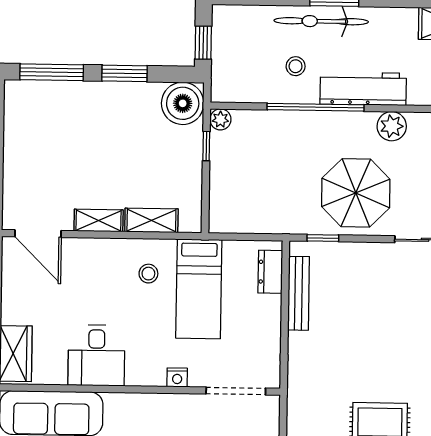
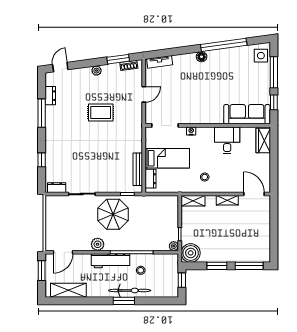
shelving: (151, 220) -> (193, 201), moved
bed: (199, 289) -> (167, 158), moved, turned 90

